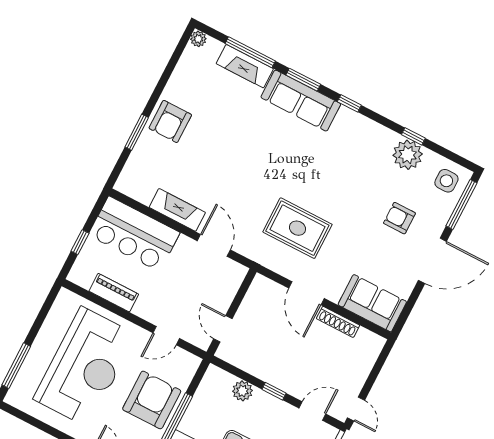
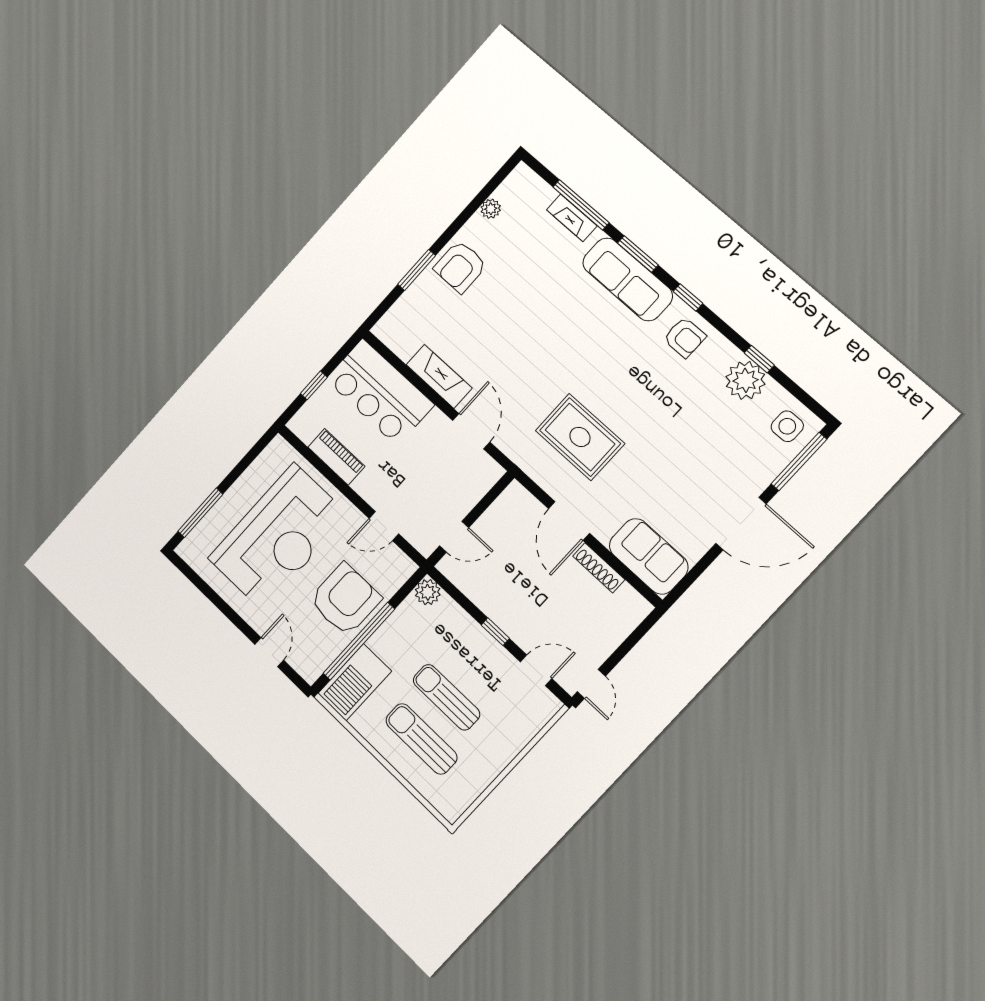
plant: (198, 39) -> (491, 209), moved
fireplace: (245, 66) -> (572, 218), width x0.73, depth x0.76
armchair: (399, 218) -> (685, 337), moved, turned 180
door: (223, 329) -> (454, 537), swing flipped
plant: (242, 391) -> (428, 592), moved

